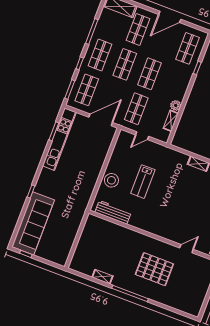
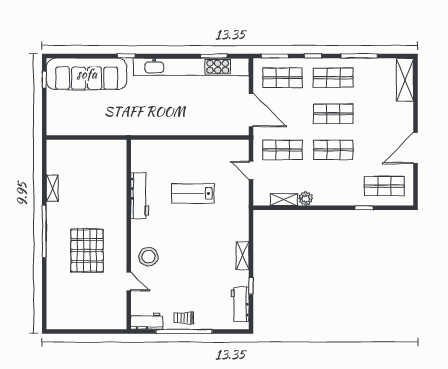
door: (170, 17) -> (416, 148), hinge flipped
shop shelf: (138, 30) -> (384, 114), removed
kitchen unit: (59, 139) -> (191, 67), width x1.36
stool: (111, 180) -> (148, 257), moved
workbench: (113, 212) -> (140, 196), moved

